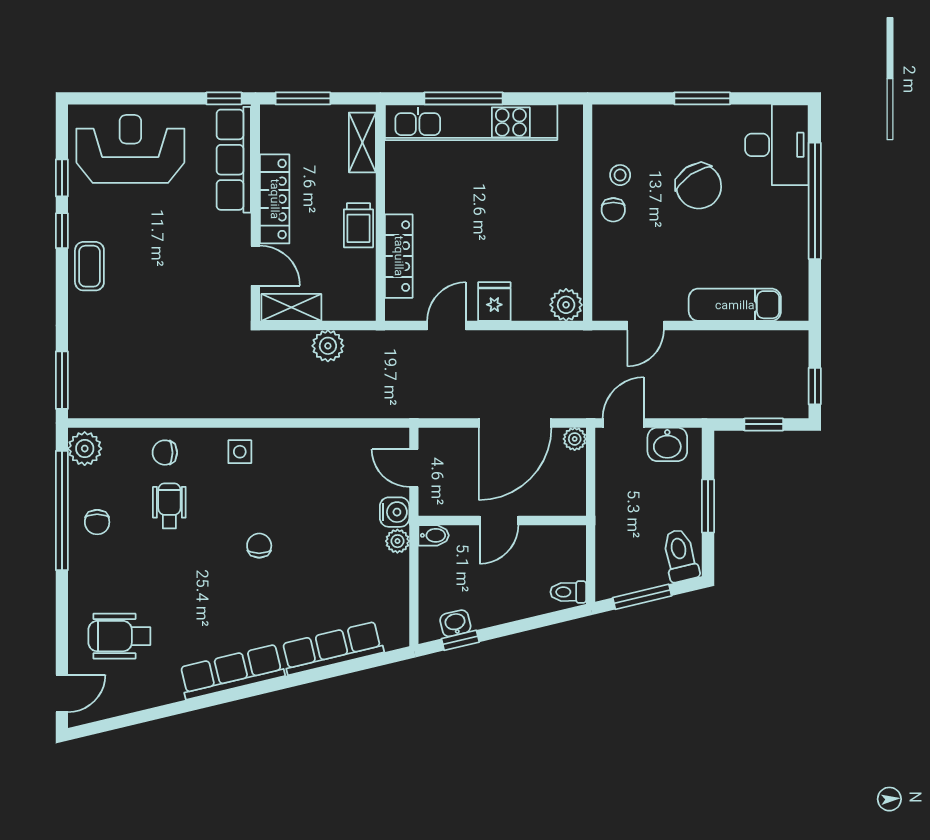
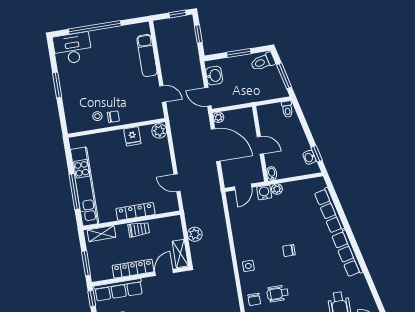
chair: (699, 186) -> (97, 80), removed
locker: (399, 256) -> (135, 211), moved
fridge: (494, 302) -> (132, 136), moved, turned -90

